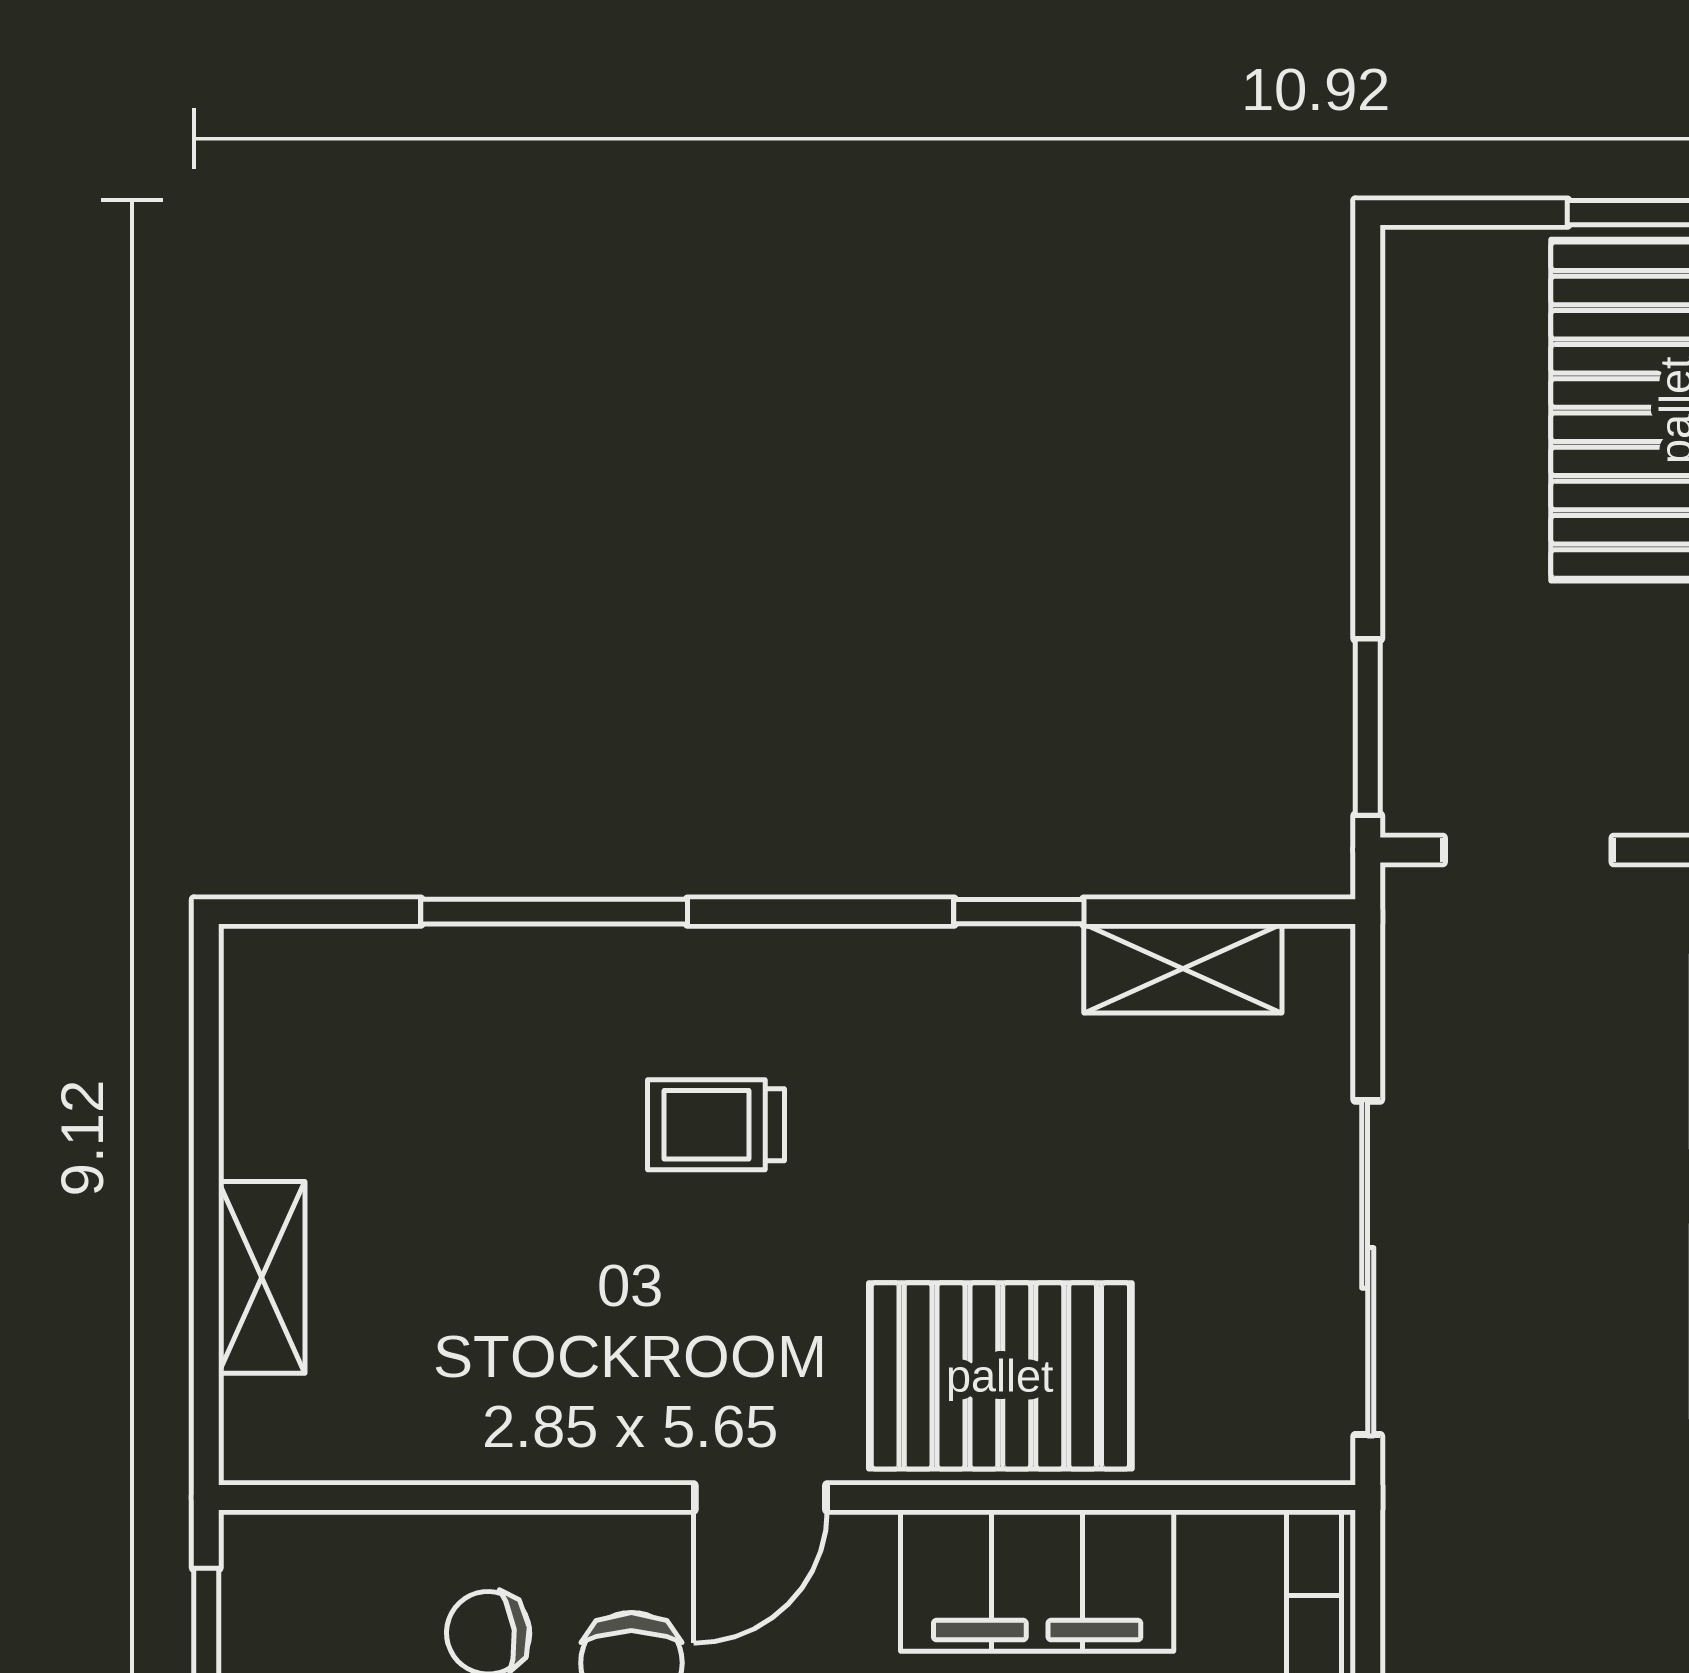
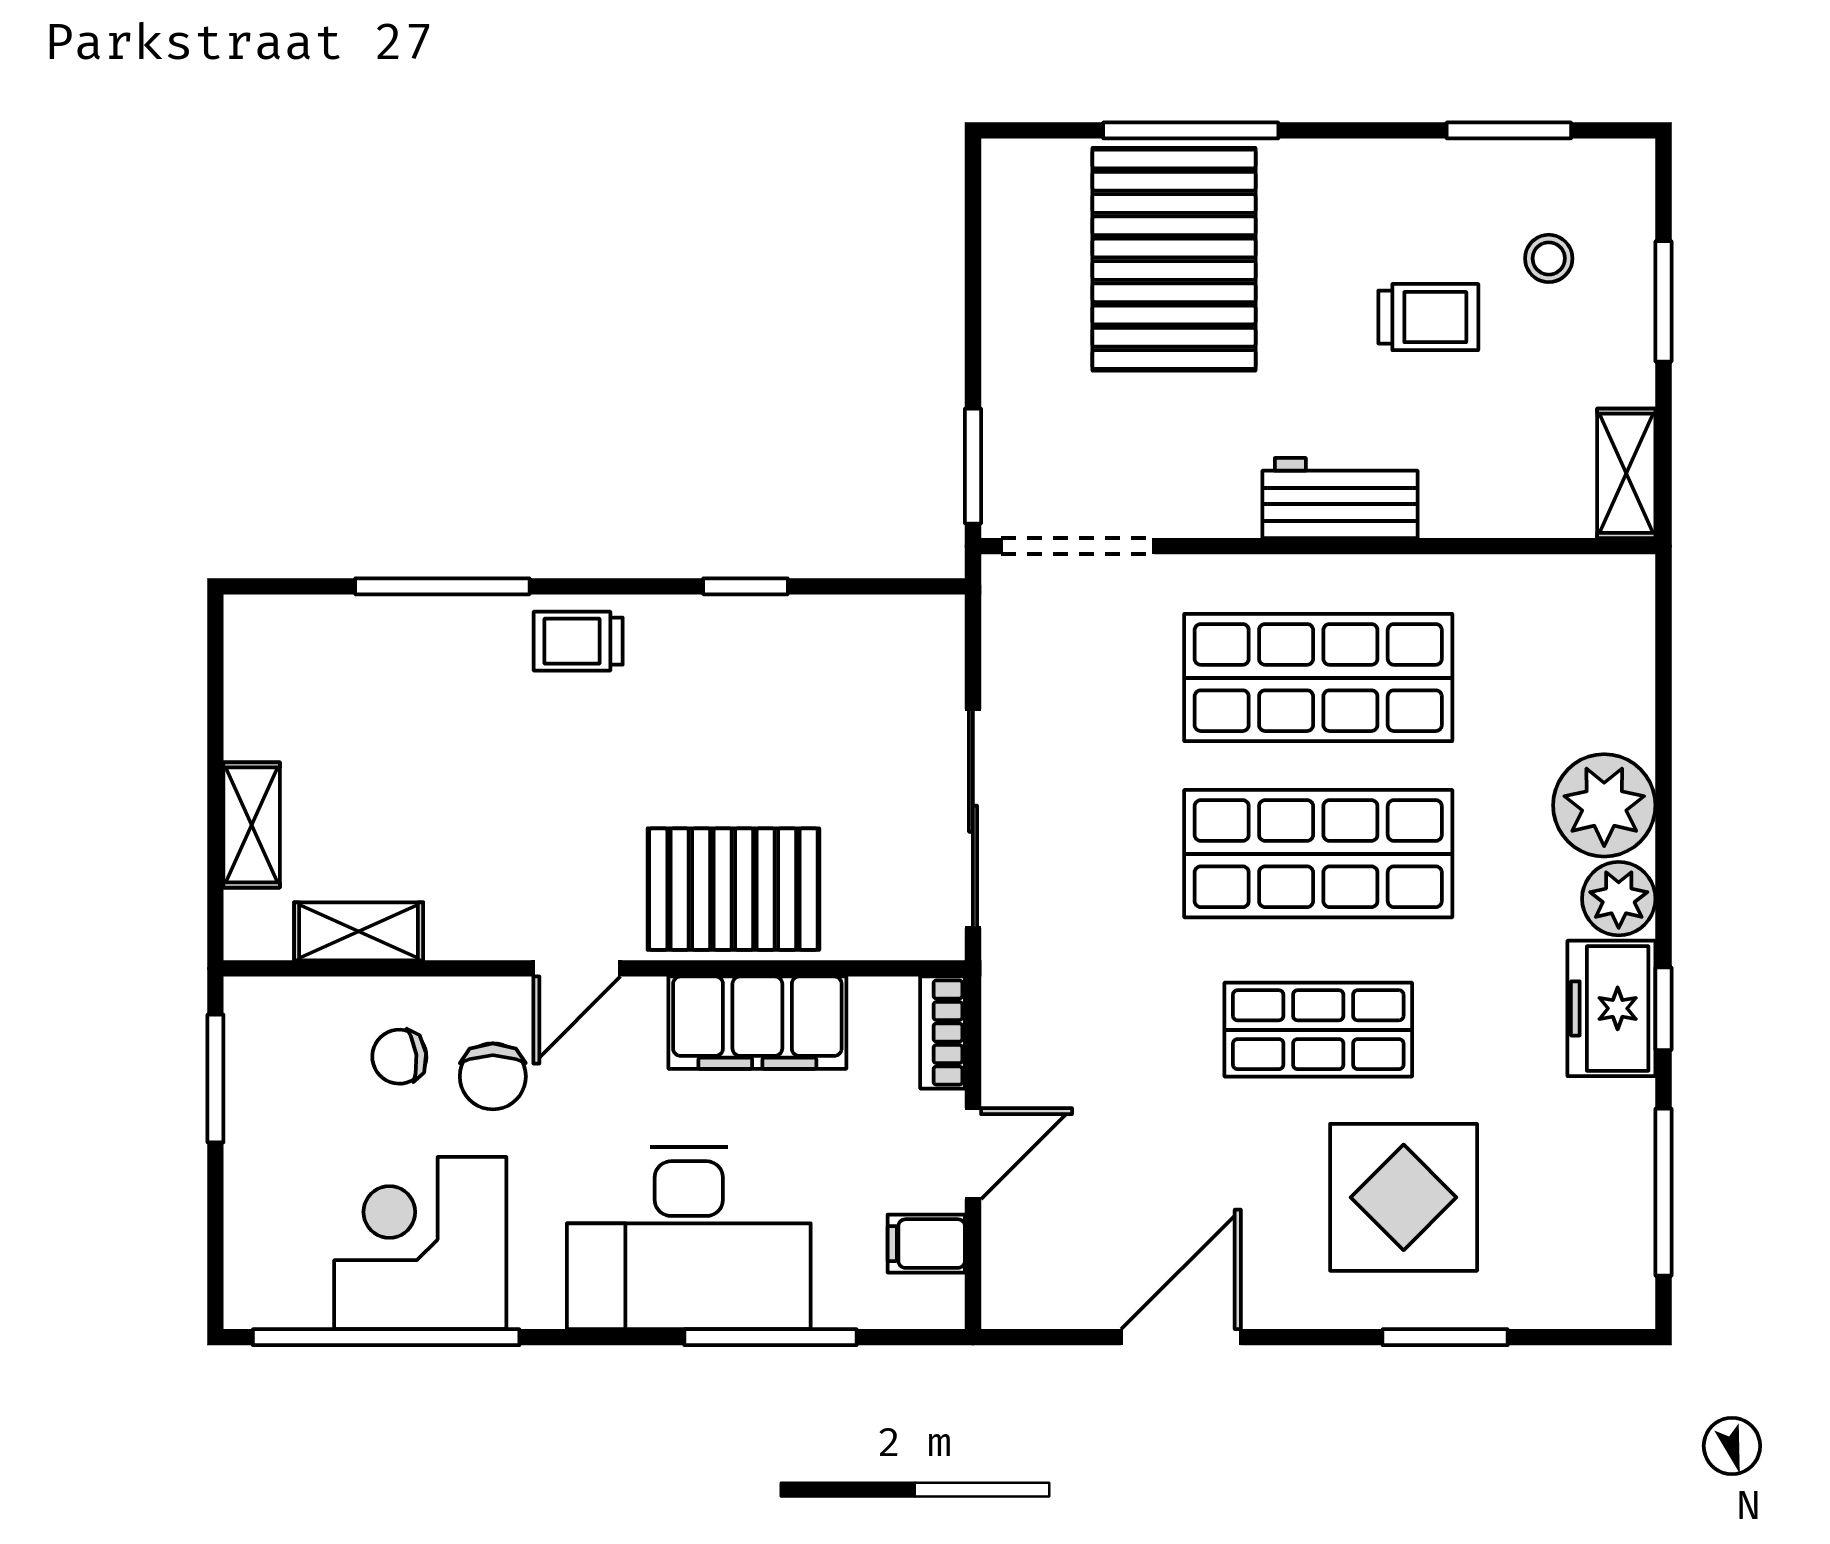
doorway: (1528, 850) -> (1078, 546), width x1.38
shelving: (1183, 968) -> (359, 931), moved
trolley: (716, 1125) -> (578, 641), moved

